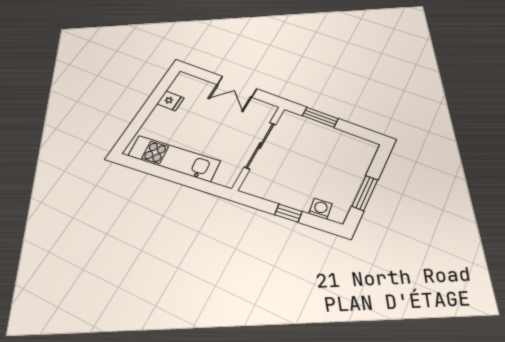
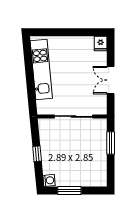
fridge: (170, 101) -> (101, 44), moved
washing machine: (320, 209) -> (49, 180), moved

